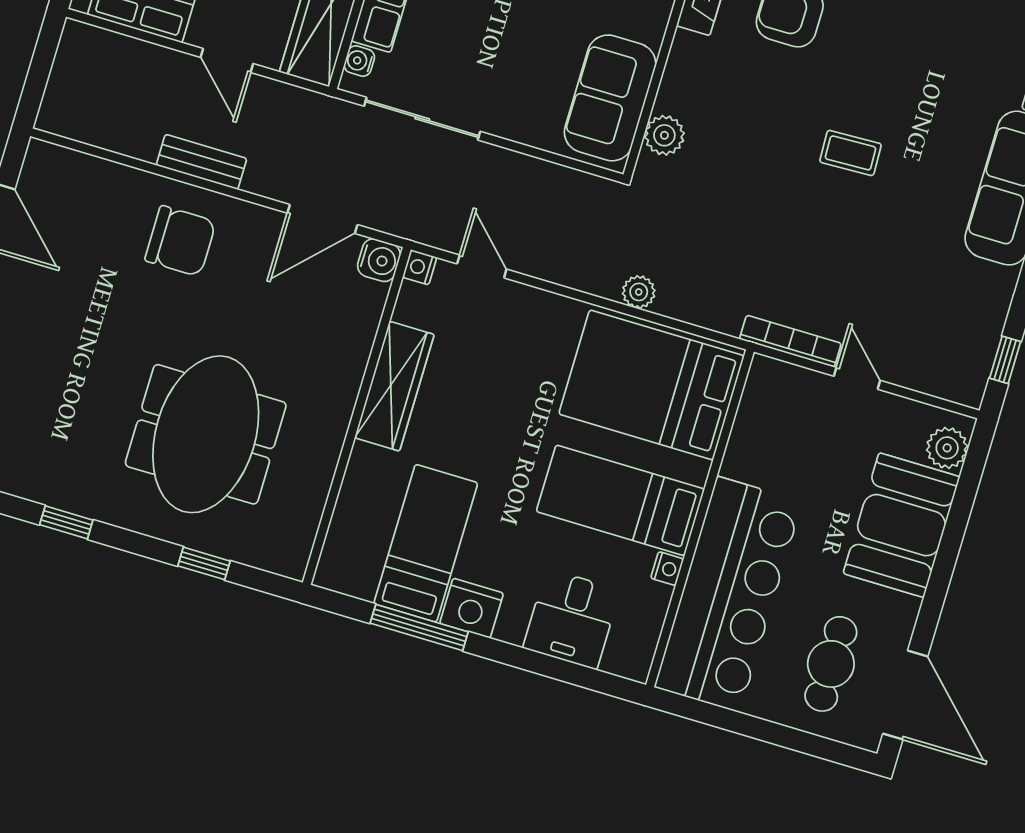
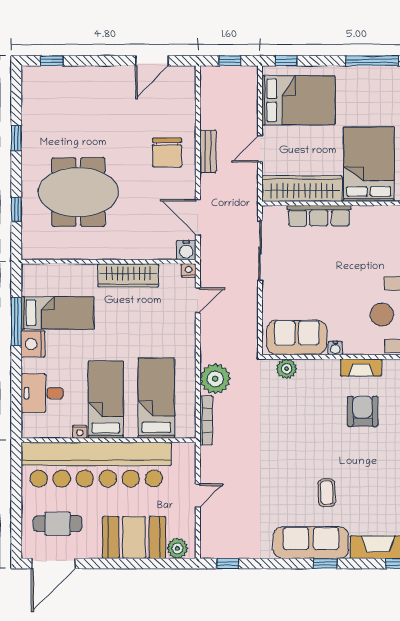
water cooler: (359, 61) -> (335, 348), moved, turned 180
window: (40, 68) -> (230, 61), added
coffee table: (851, 153) -> (327, 493), moved
plant: (639, 292) -> (215, 379), width x1.87, depth x1.87
bookcase: (790, 341) -> (206, 420), moved
bed: (651, 385) -> (156, 398), width x0.67
bar counter: (728, 594) -> (96, 465), width x1.36

